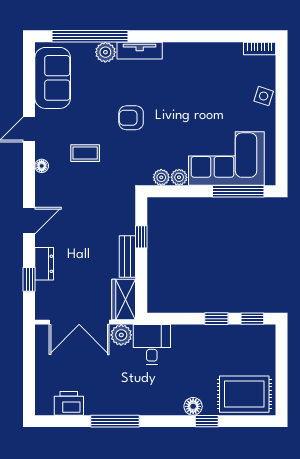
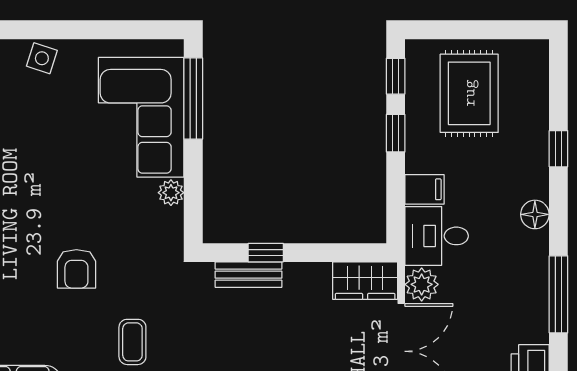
plant: (161, 177) -> (171, 221), removed
bench: (127, 257) -> (249, 275), moved
filing cabinet: (181, 337) -> (425, 189), added
rug: (244, 394) -> (469, 93), moved
floor lamp: (193, 406) -> (535, 214), moved

